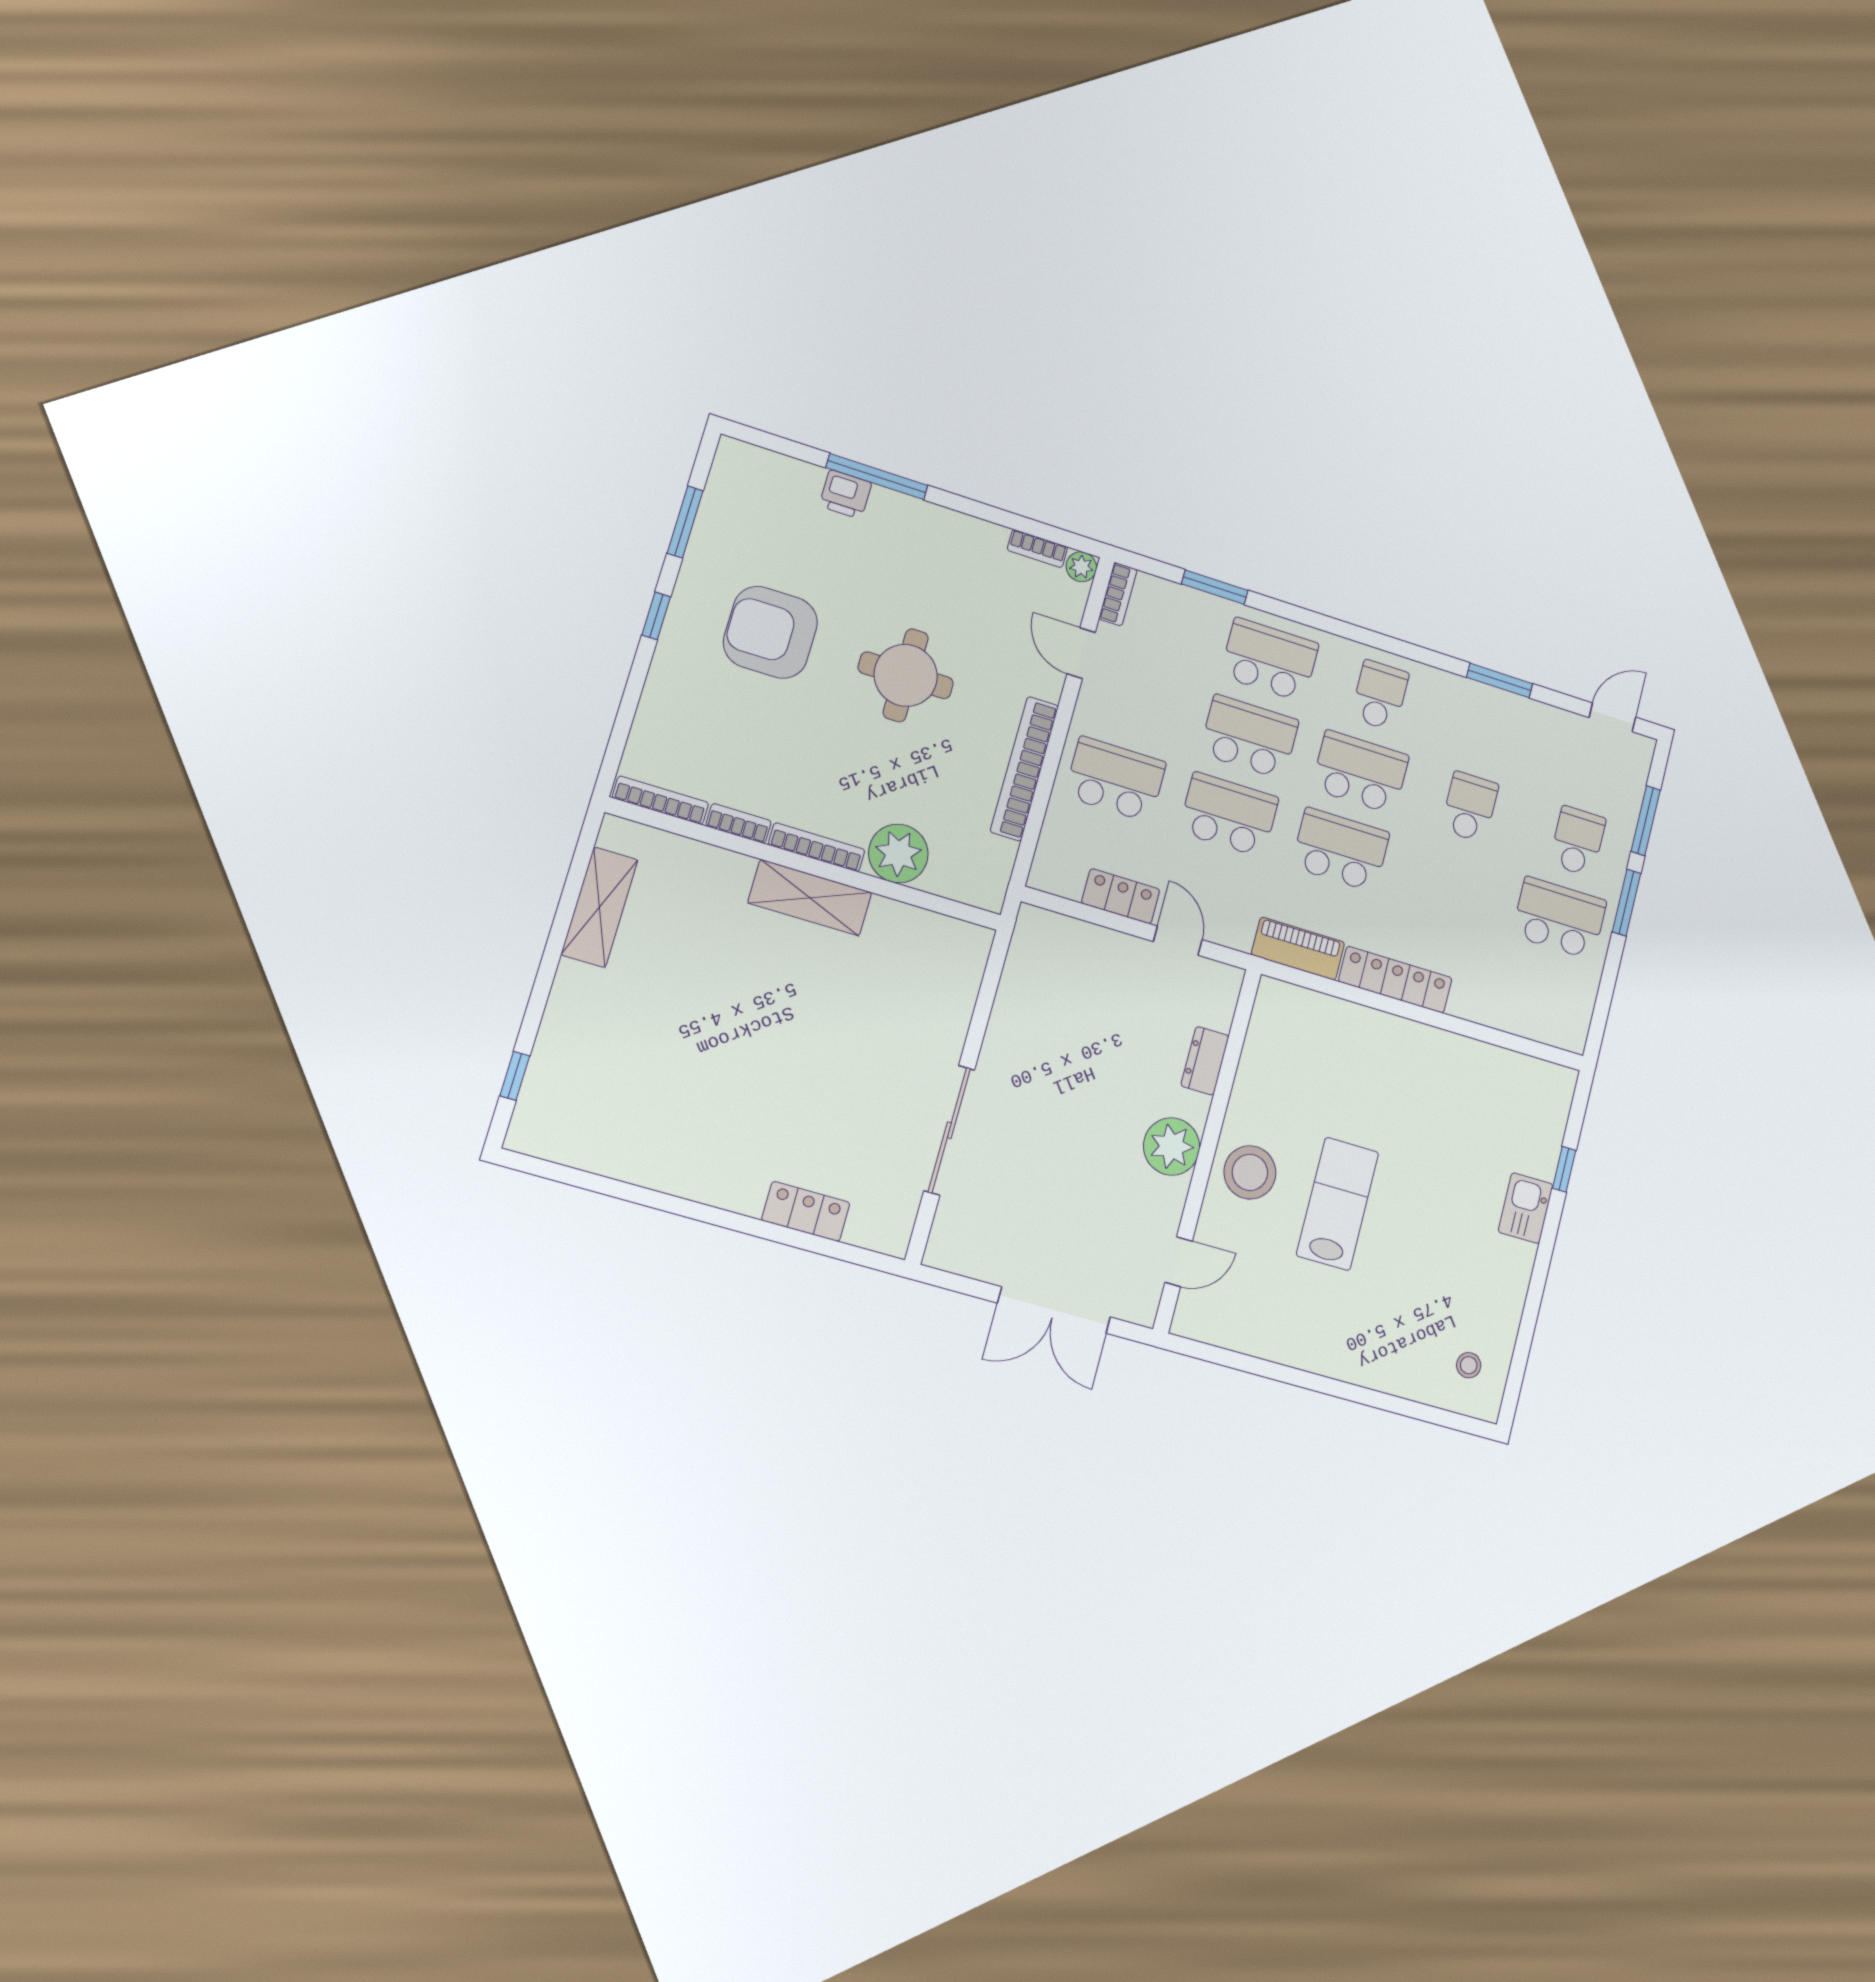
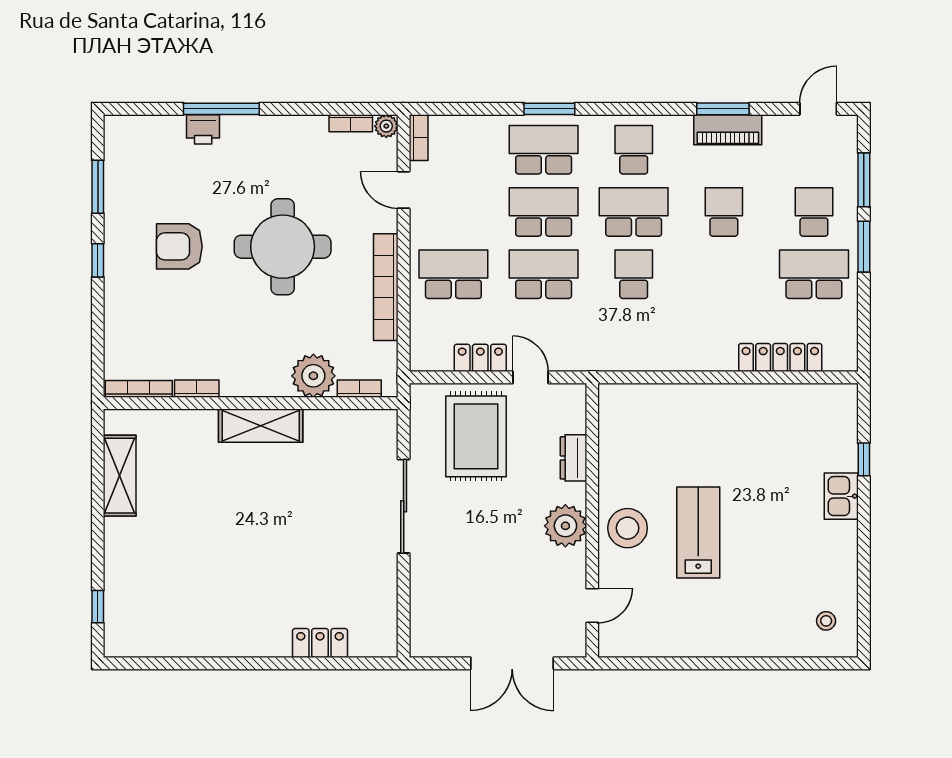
window: (1215, 587) -> (549, 109), moved
armchair: (770, 632) -> (179, 246), width x0.73, depth x0.73
round table: (906, 675) -> (283, 247), width x1.36, depth x1.36
bookcase: (817, 847) -> (359, 389), moved, width x0.64
school desk: (1340, 850) -> (634, 274), width x0.54
piano: (1298, 949) -> (728, 130), moved, turned 180
locker: (1395, 980) -> (780, 358), moved
rug: (1088, 996) -> (476, 436), added
sliding door: (949, 1130) -> (404, 506), moved

